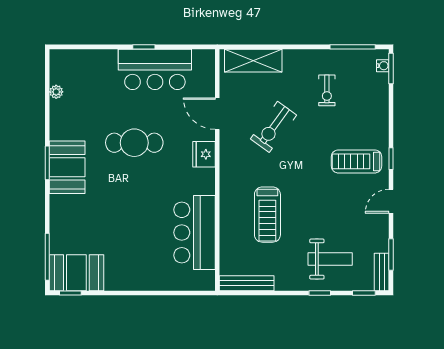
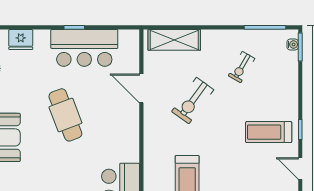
exercise bike: (327, 90) -> (242, 67), turned 30
cafe table: (134, 143) -> (65, 115), turned 69
fridge: (204, 154) -> (21, 40), moved, turned -90
door: (391, 201) -> (300, 168), hinge flipped

